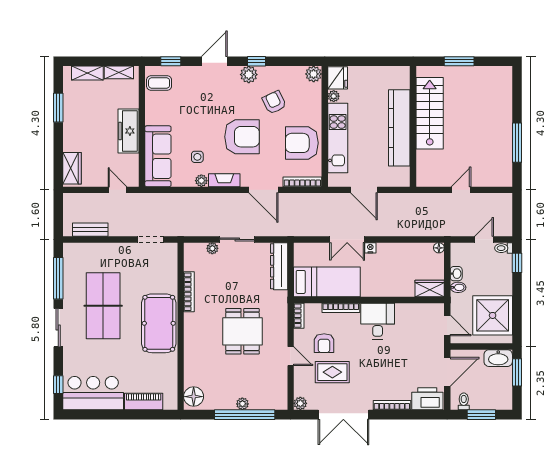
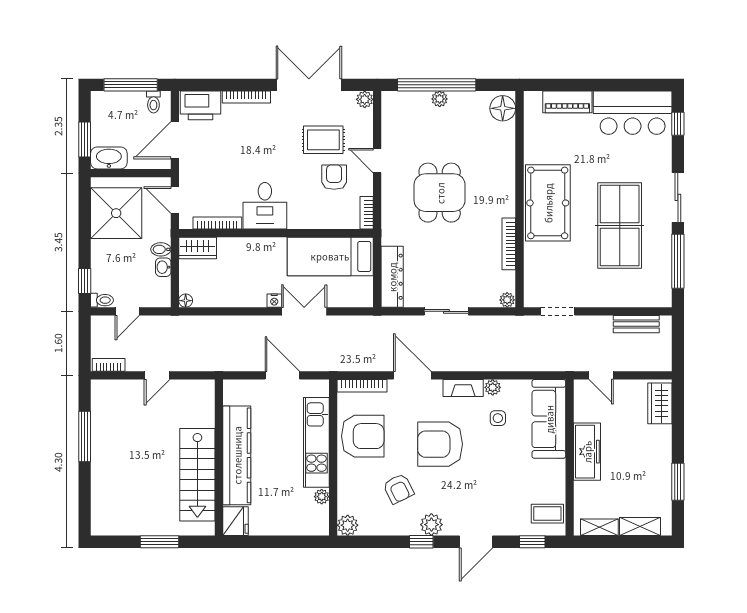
fridge: (338, 78) -> (236, 521), moved, turned 180
bookcase: (498, 198) -> (109, 365), added
plant: (212, 248) -> (507, 300), moved
bookcase: (341, 308) -> (217, 223), moved
window: (481, 415) -> (131, 85), width x1.44

